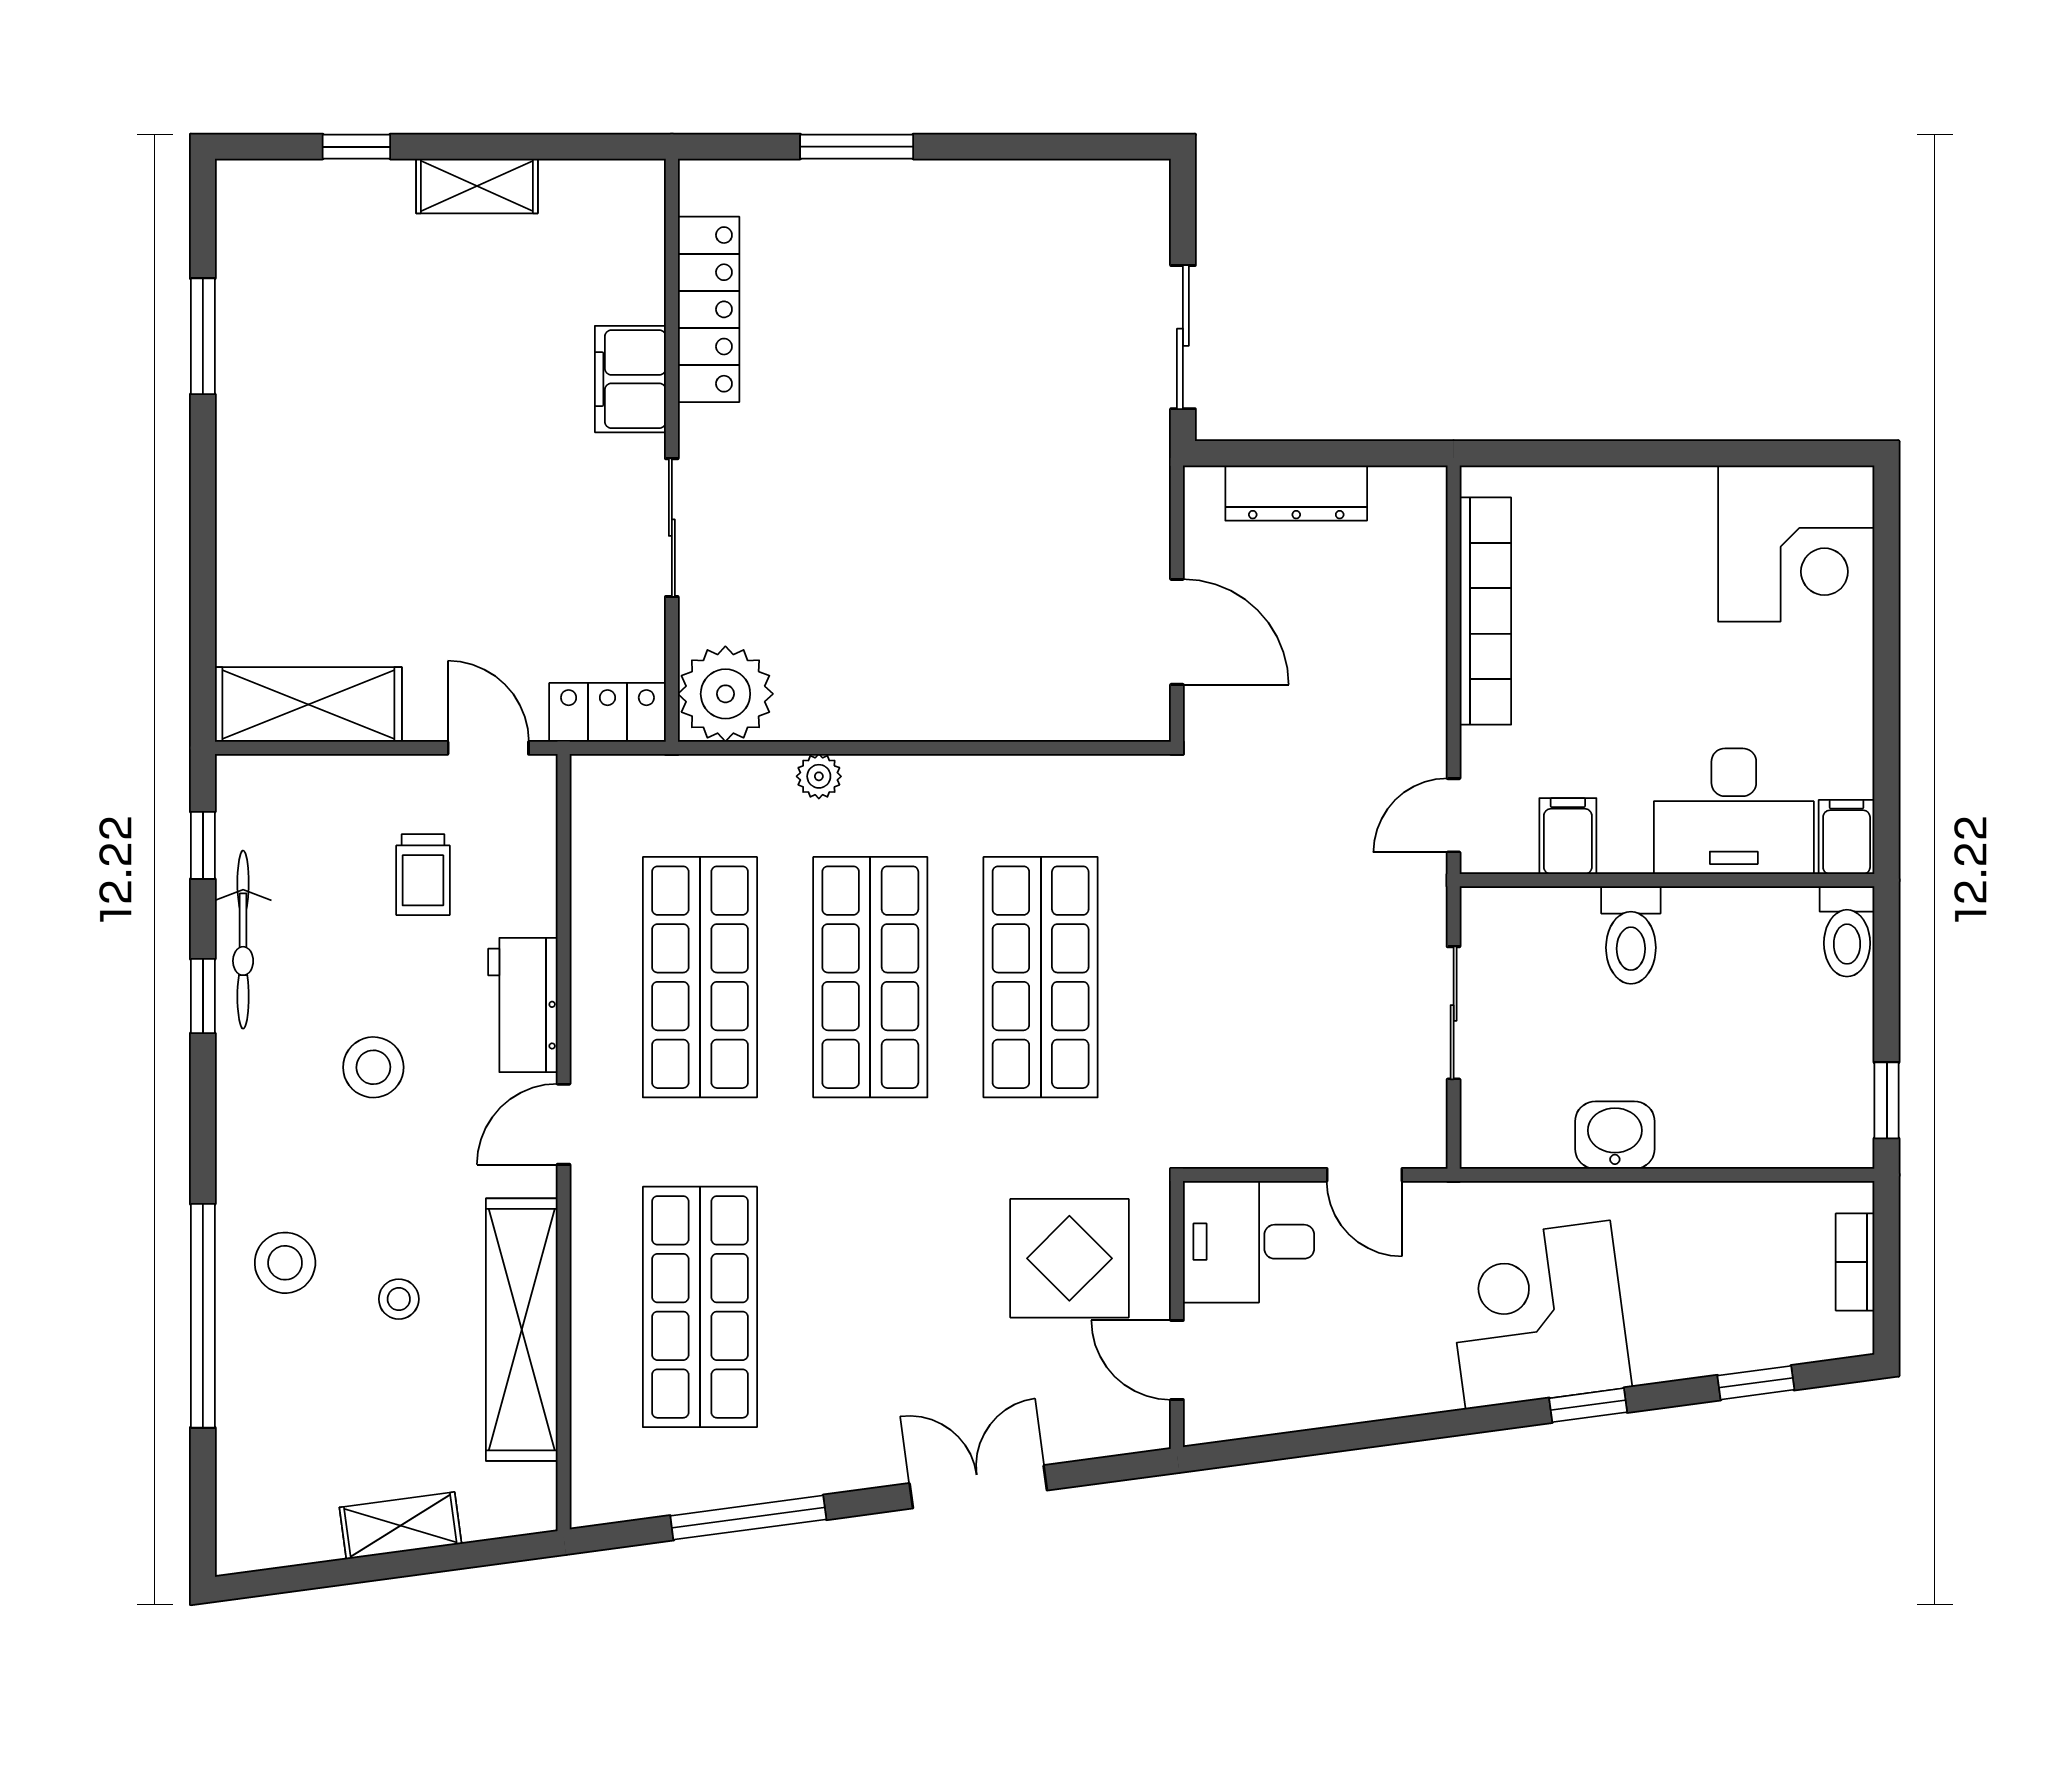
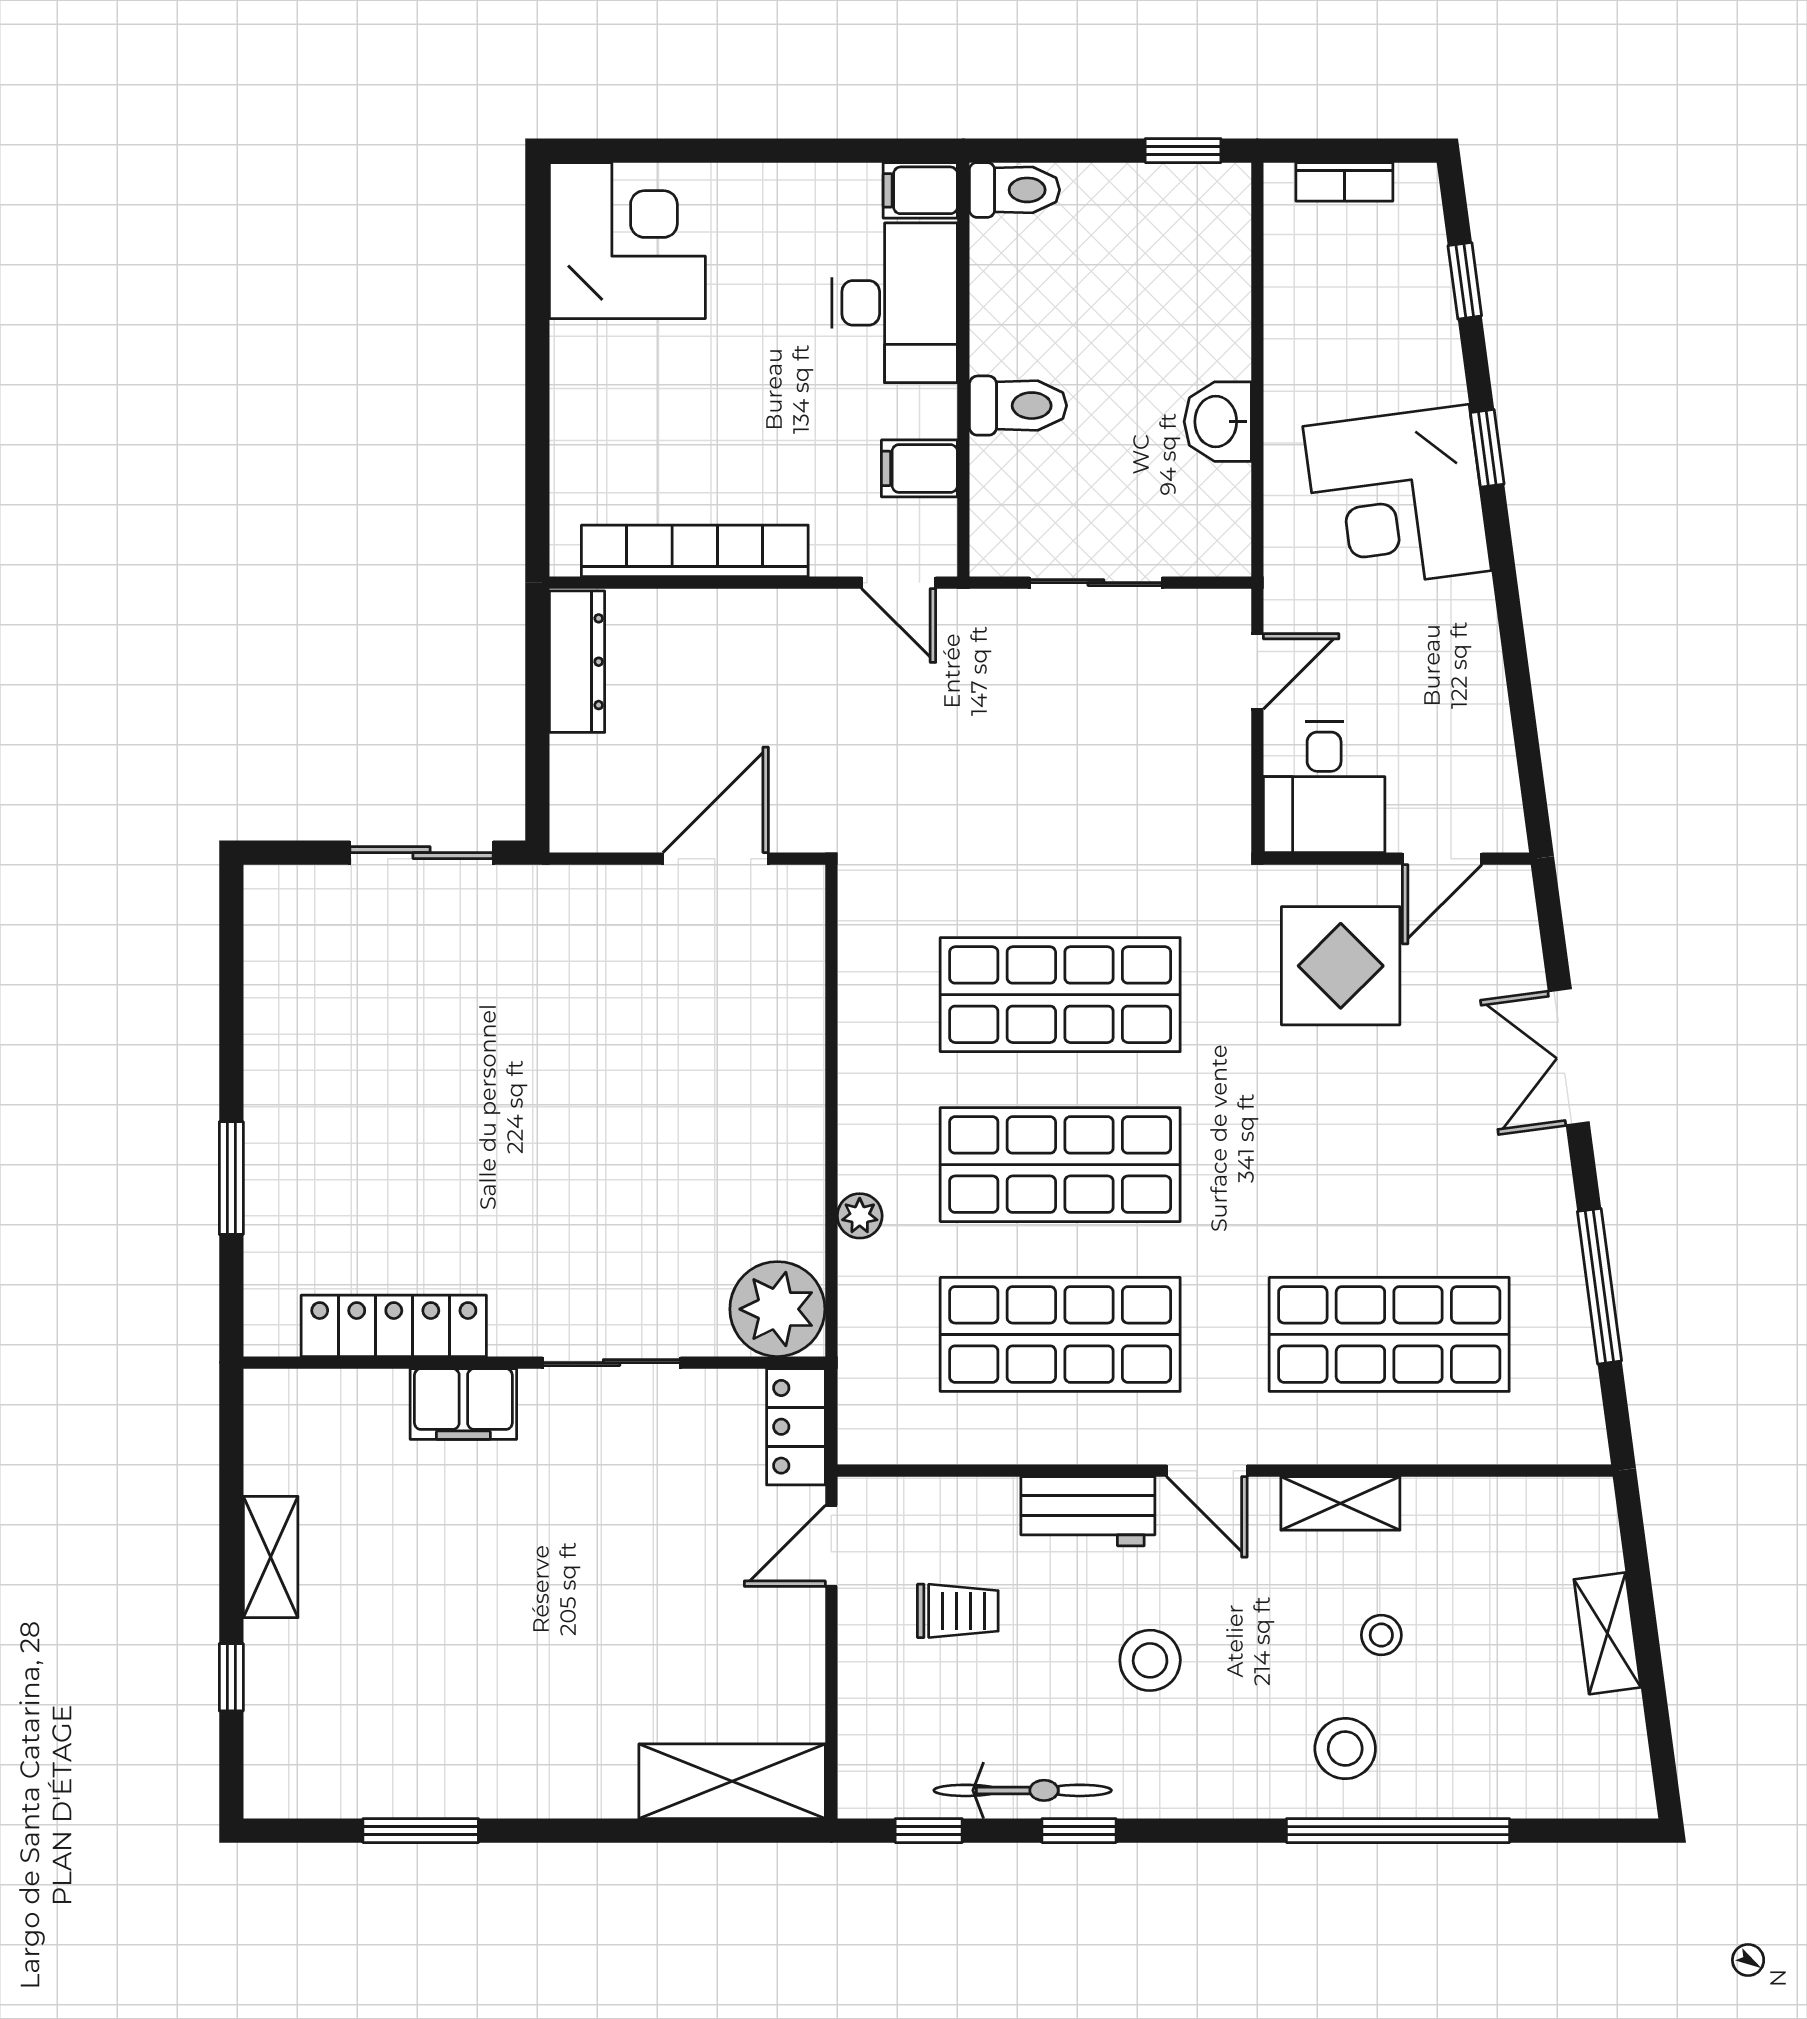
dresser: (1296, 493) -> (577, 662), moved
shelving: (308, 704) -> (732, 1781), moved, turned 90
shelving: (522, 1330) -> (1340, 1503), width x0.45, depth x0.75

